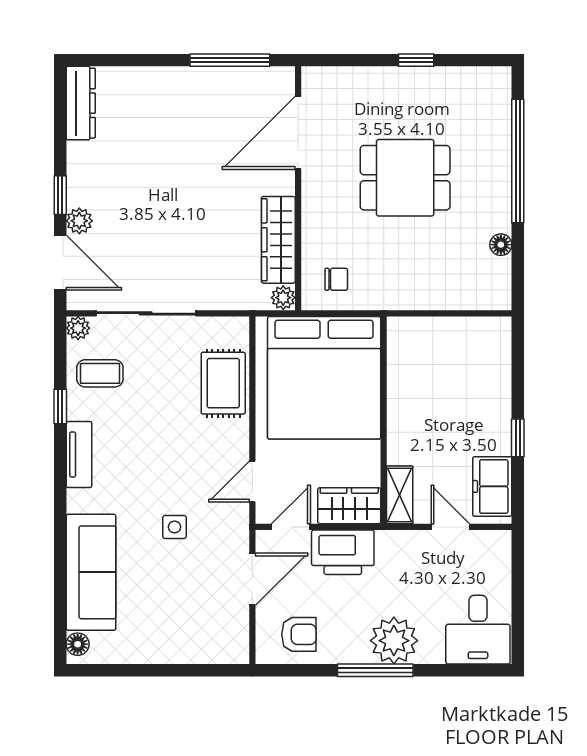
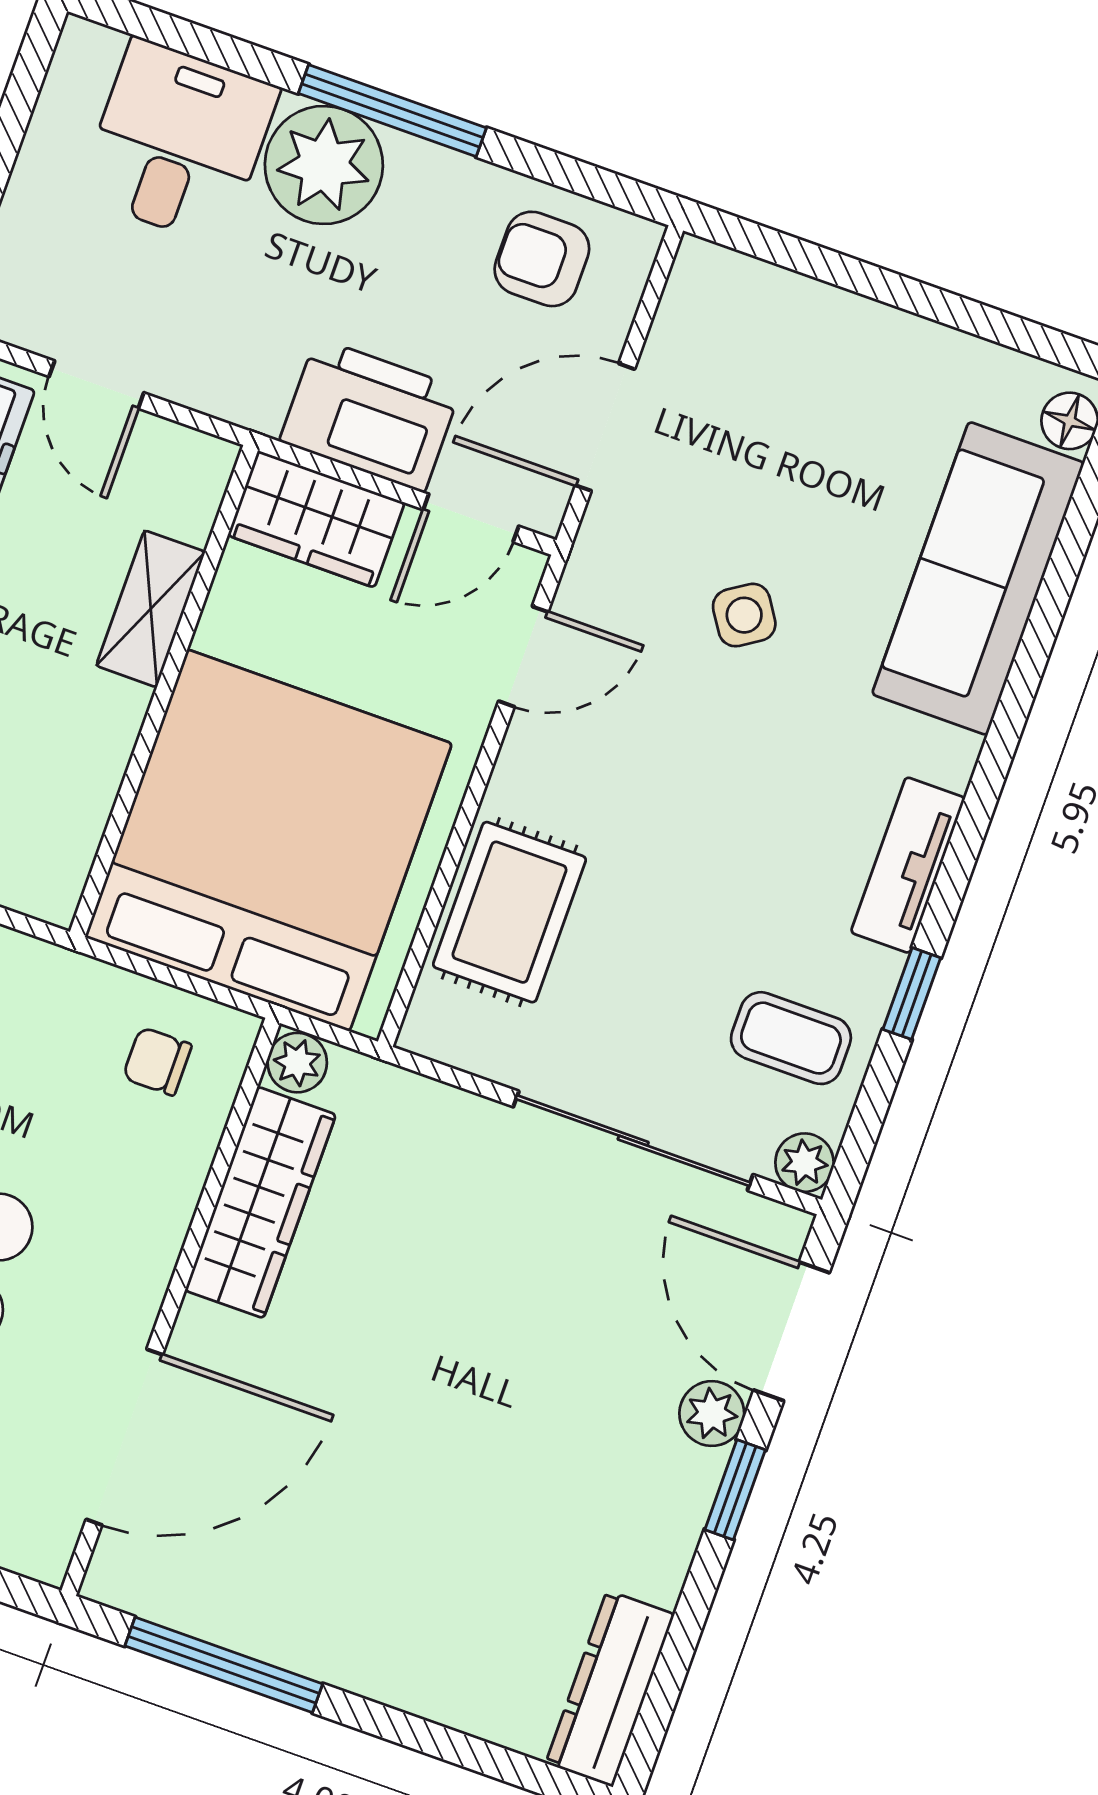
shelving: (400, 495) -> (151, 609), moved
side table: (174, 527) -> (744, 615), turned -33
desk: (478, 630) -> (178, 142), moved

